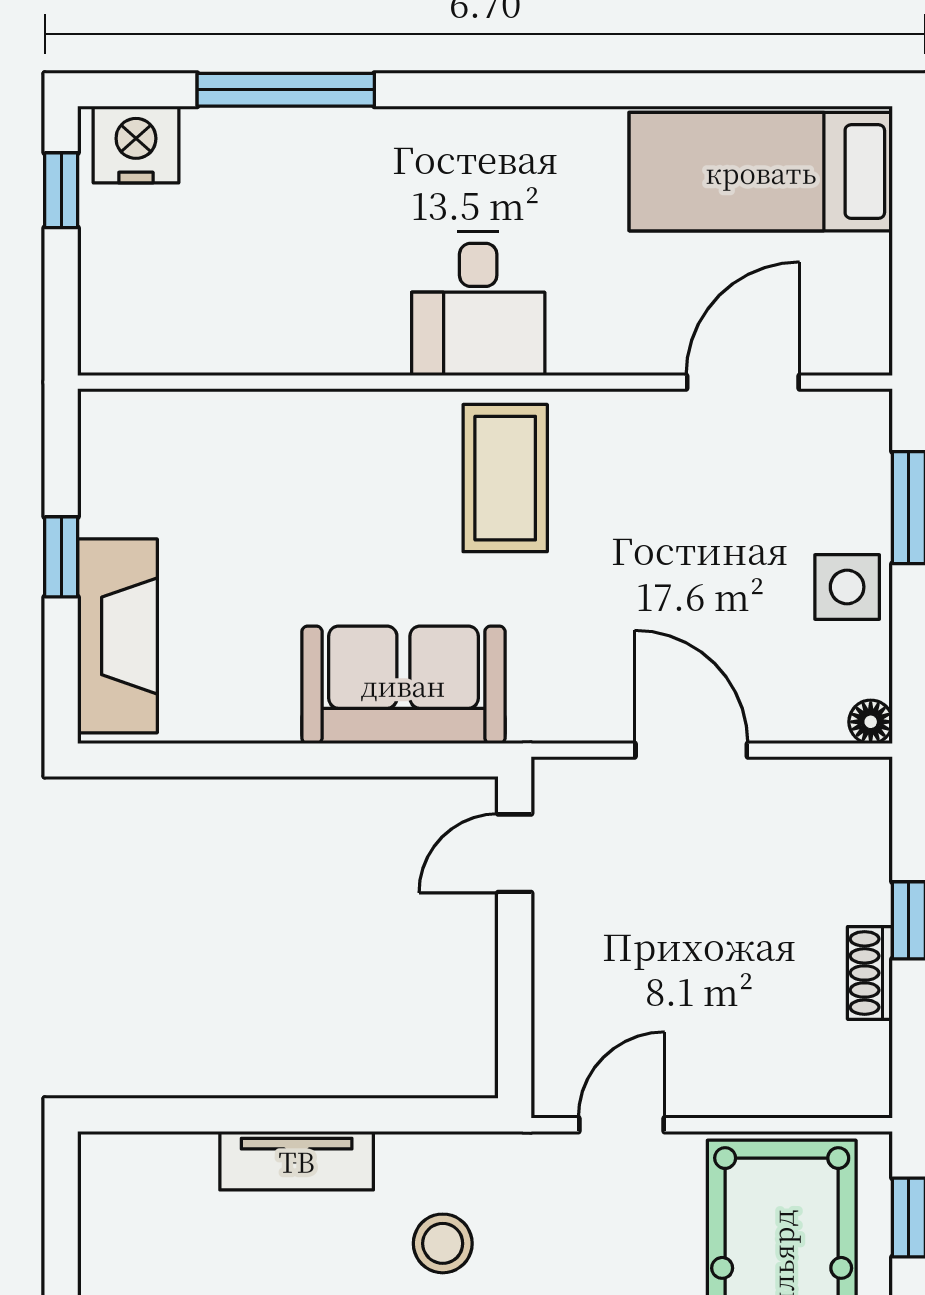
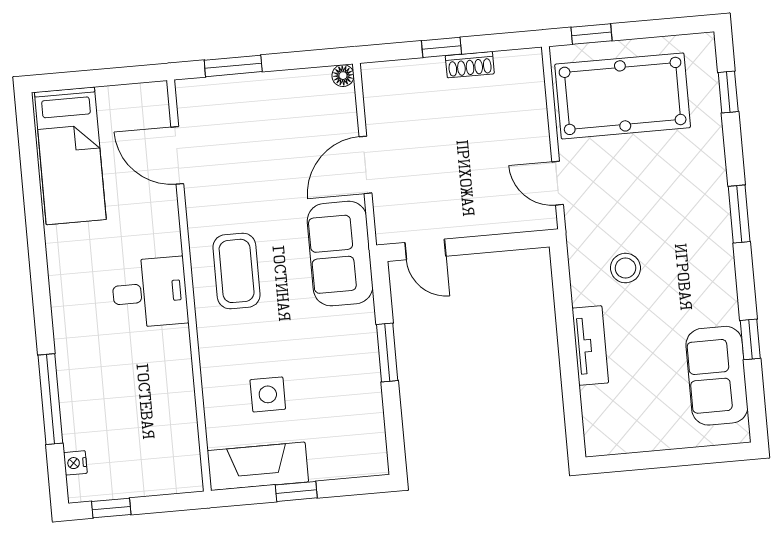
nightstand: (136, 145) -> (75, 463), width x0.53, depth x0.56
coffee table: (505, 478) -> (237, 271), turned 90
side table: (847, 587) -> (268, 394), moved
fireplace: (117, 636) -> (258, 466), moved
sofa: (403, 685) -> (340, 254), moved
window: (319, 760) -> (387, 352), added

